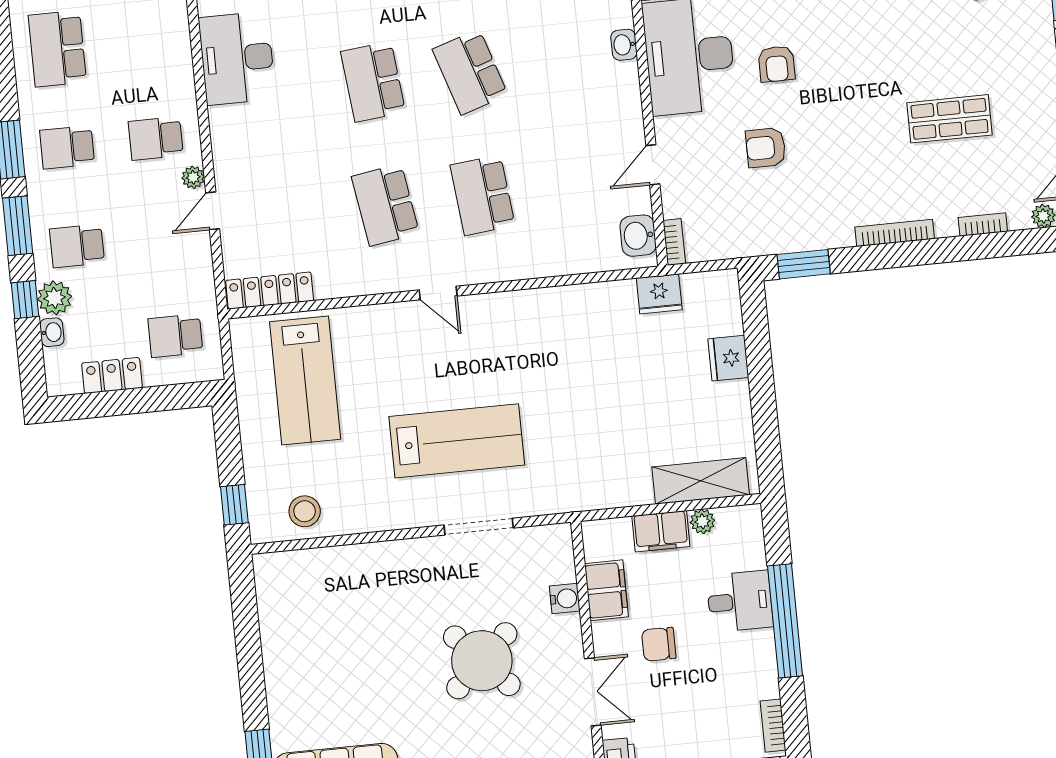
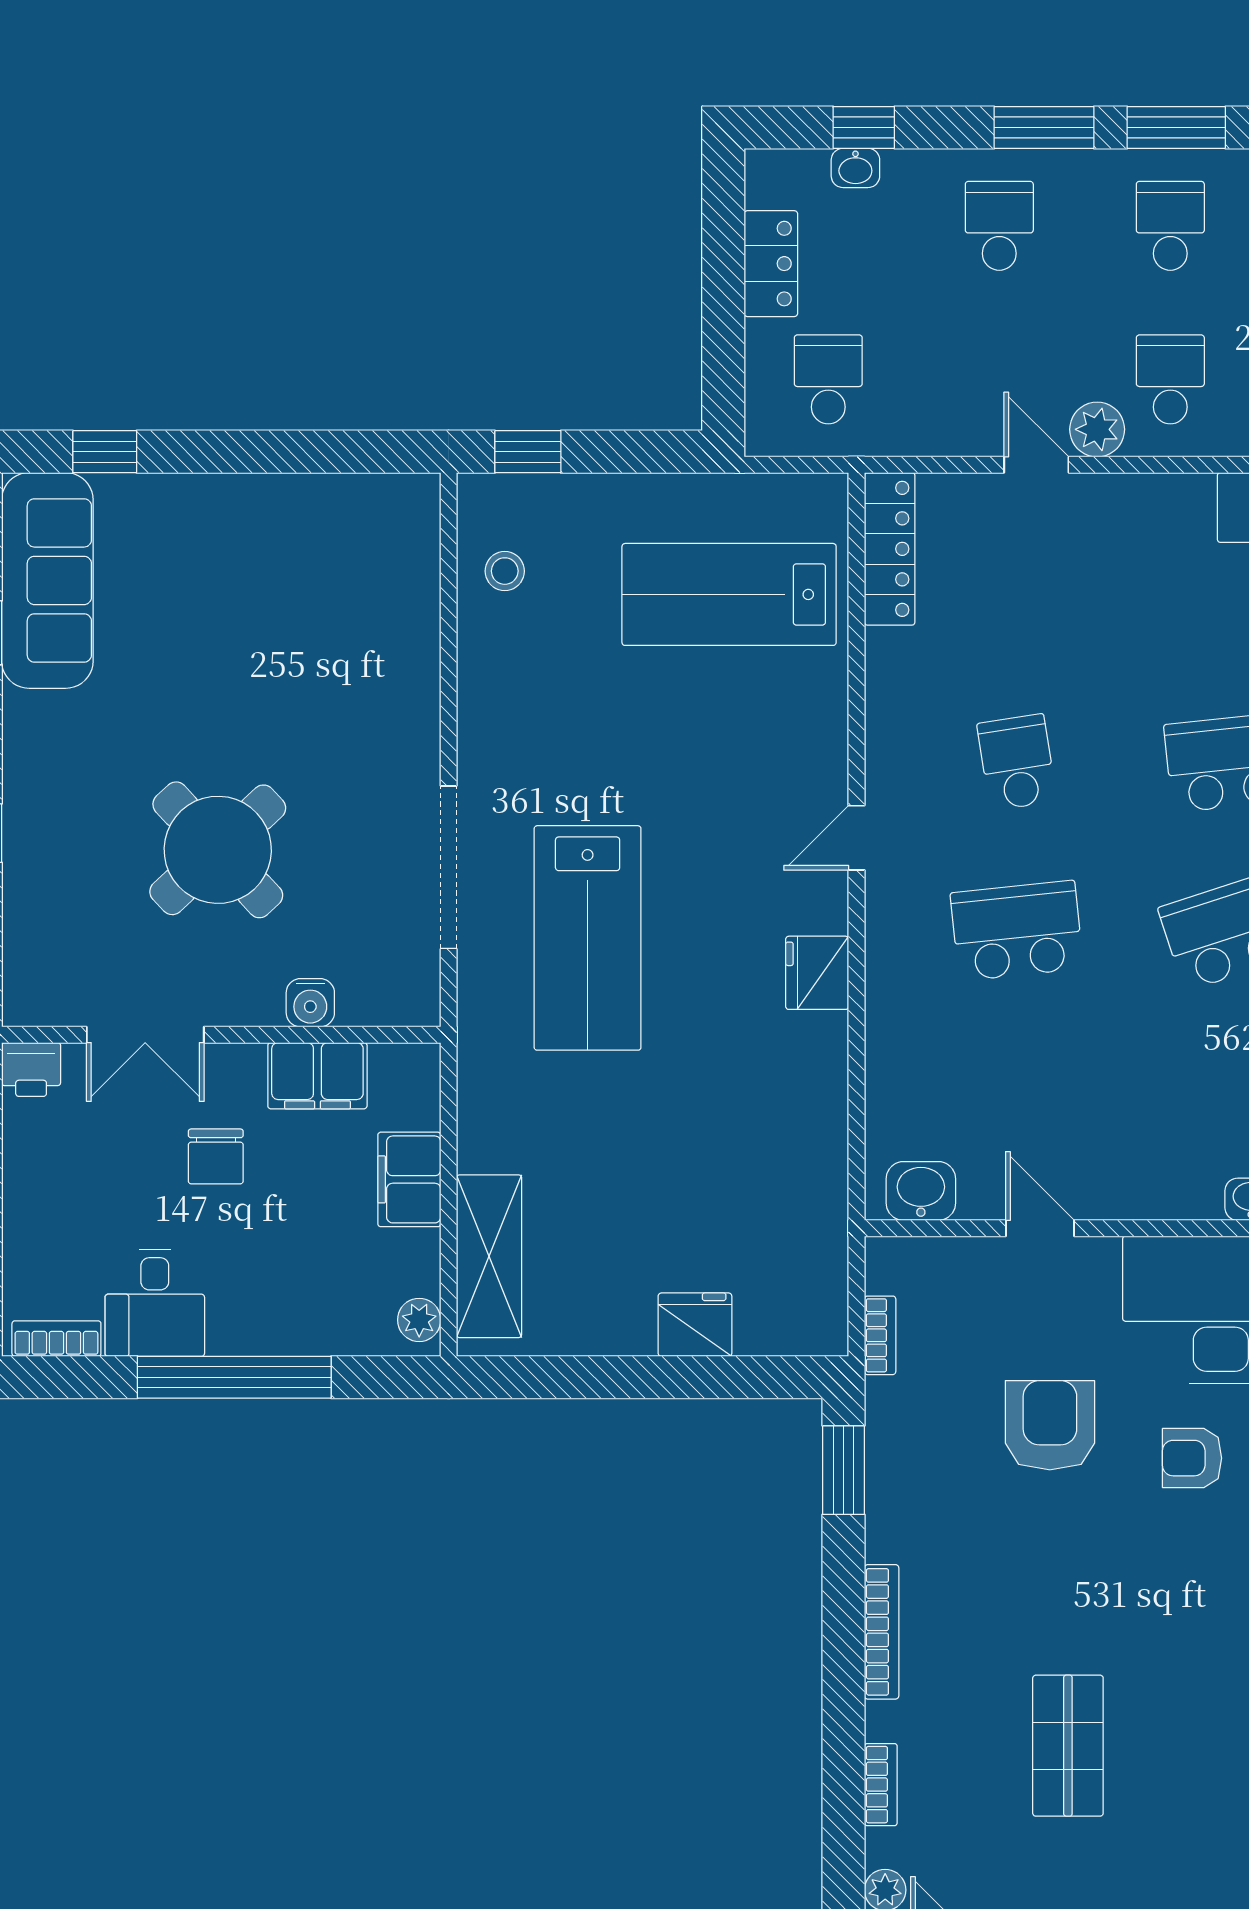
armchair: (766, 148) -> (1050, 1425), width x1.38, depth x1.38
plant: (193, 177) -> (1097, 429), width x1.38, depth x1.38
school desk: (385, 205) -> (1017, 762), width x0.54
bookcase: (674, 242) -> (880, 1335), moved, turned -90
fridge: (659, 294) -> (817, 973), moved
plant: (55, 298) -> (914, 178), removed
window: (25, 300) -> (864, 127), moved
lab bench: (457, 441) -> (588, 938), moved
stool: (305, 511) -> (505, 571), width x0.73, depth x0.73
plant: (702, 521) -> (419, 1320), moved
doorway: (479, 527) -> (449, 867), width x1.36
desk: (740, 601) -> (155, 1303), moved
chair: (659, 644) -> (216, 1156), turned 180

